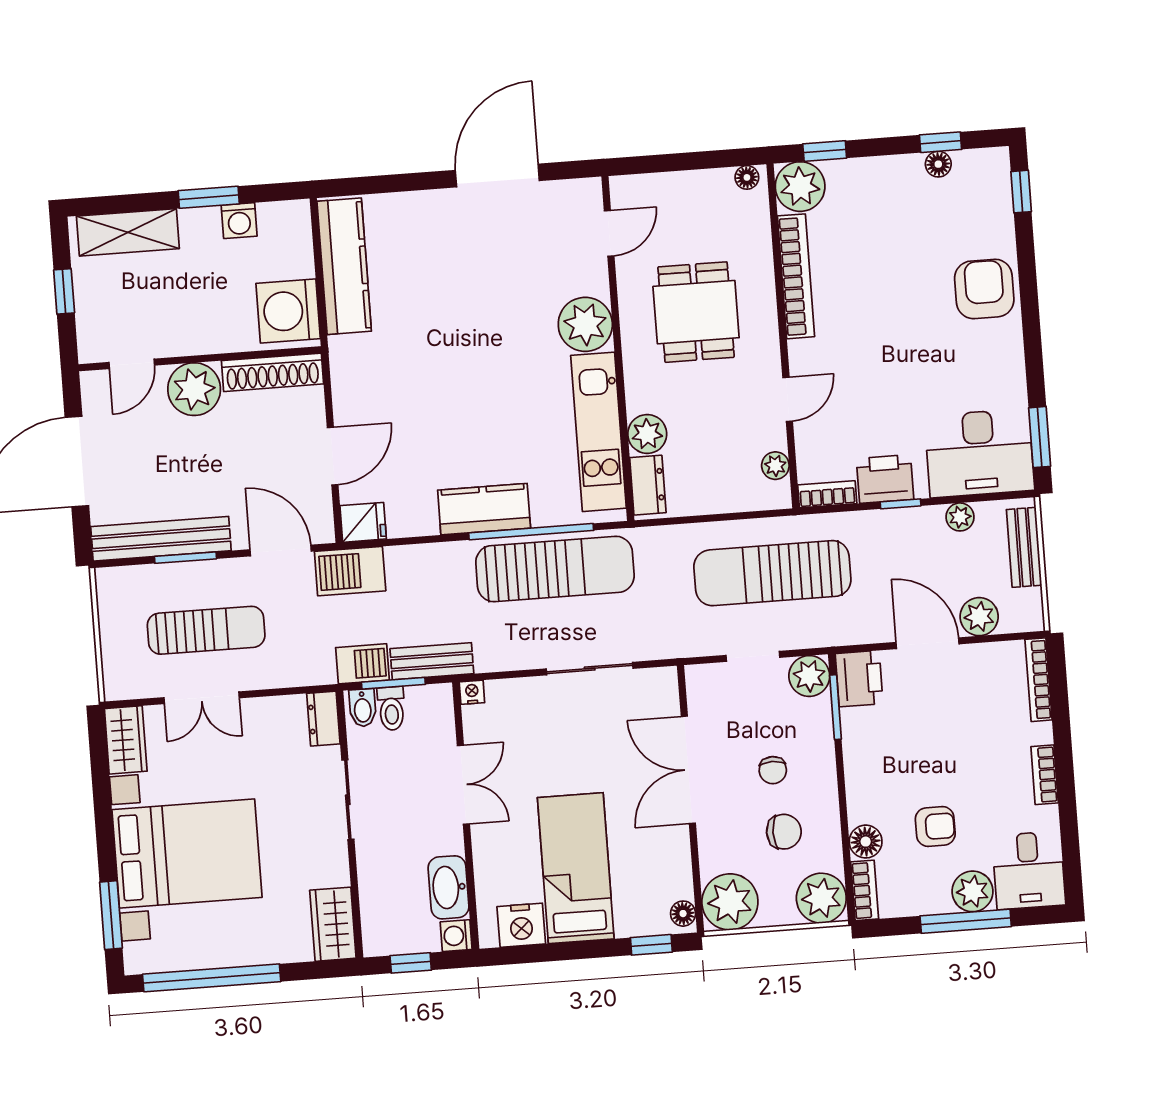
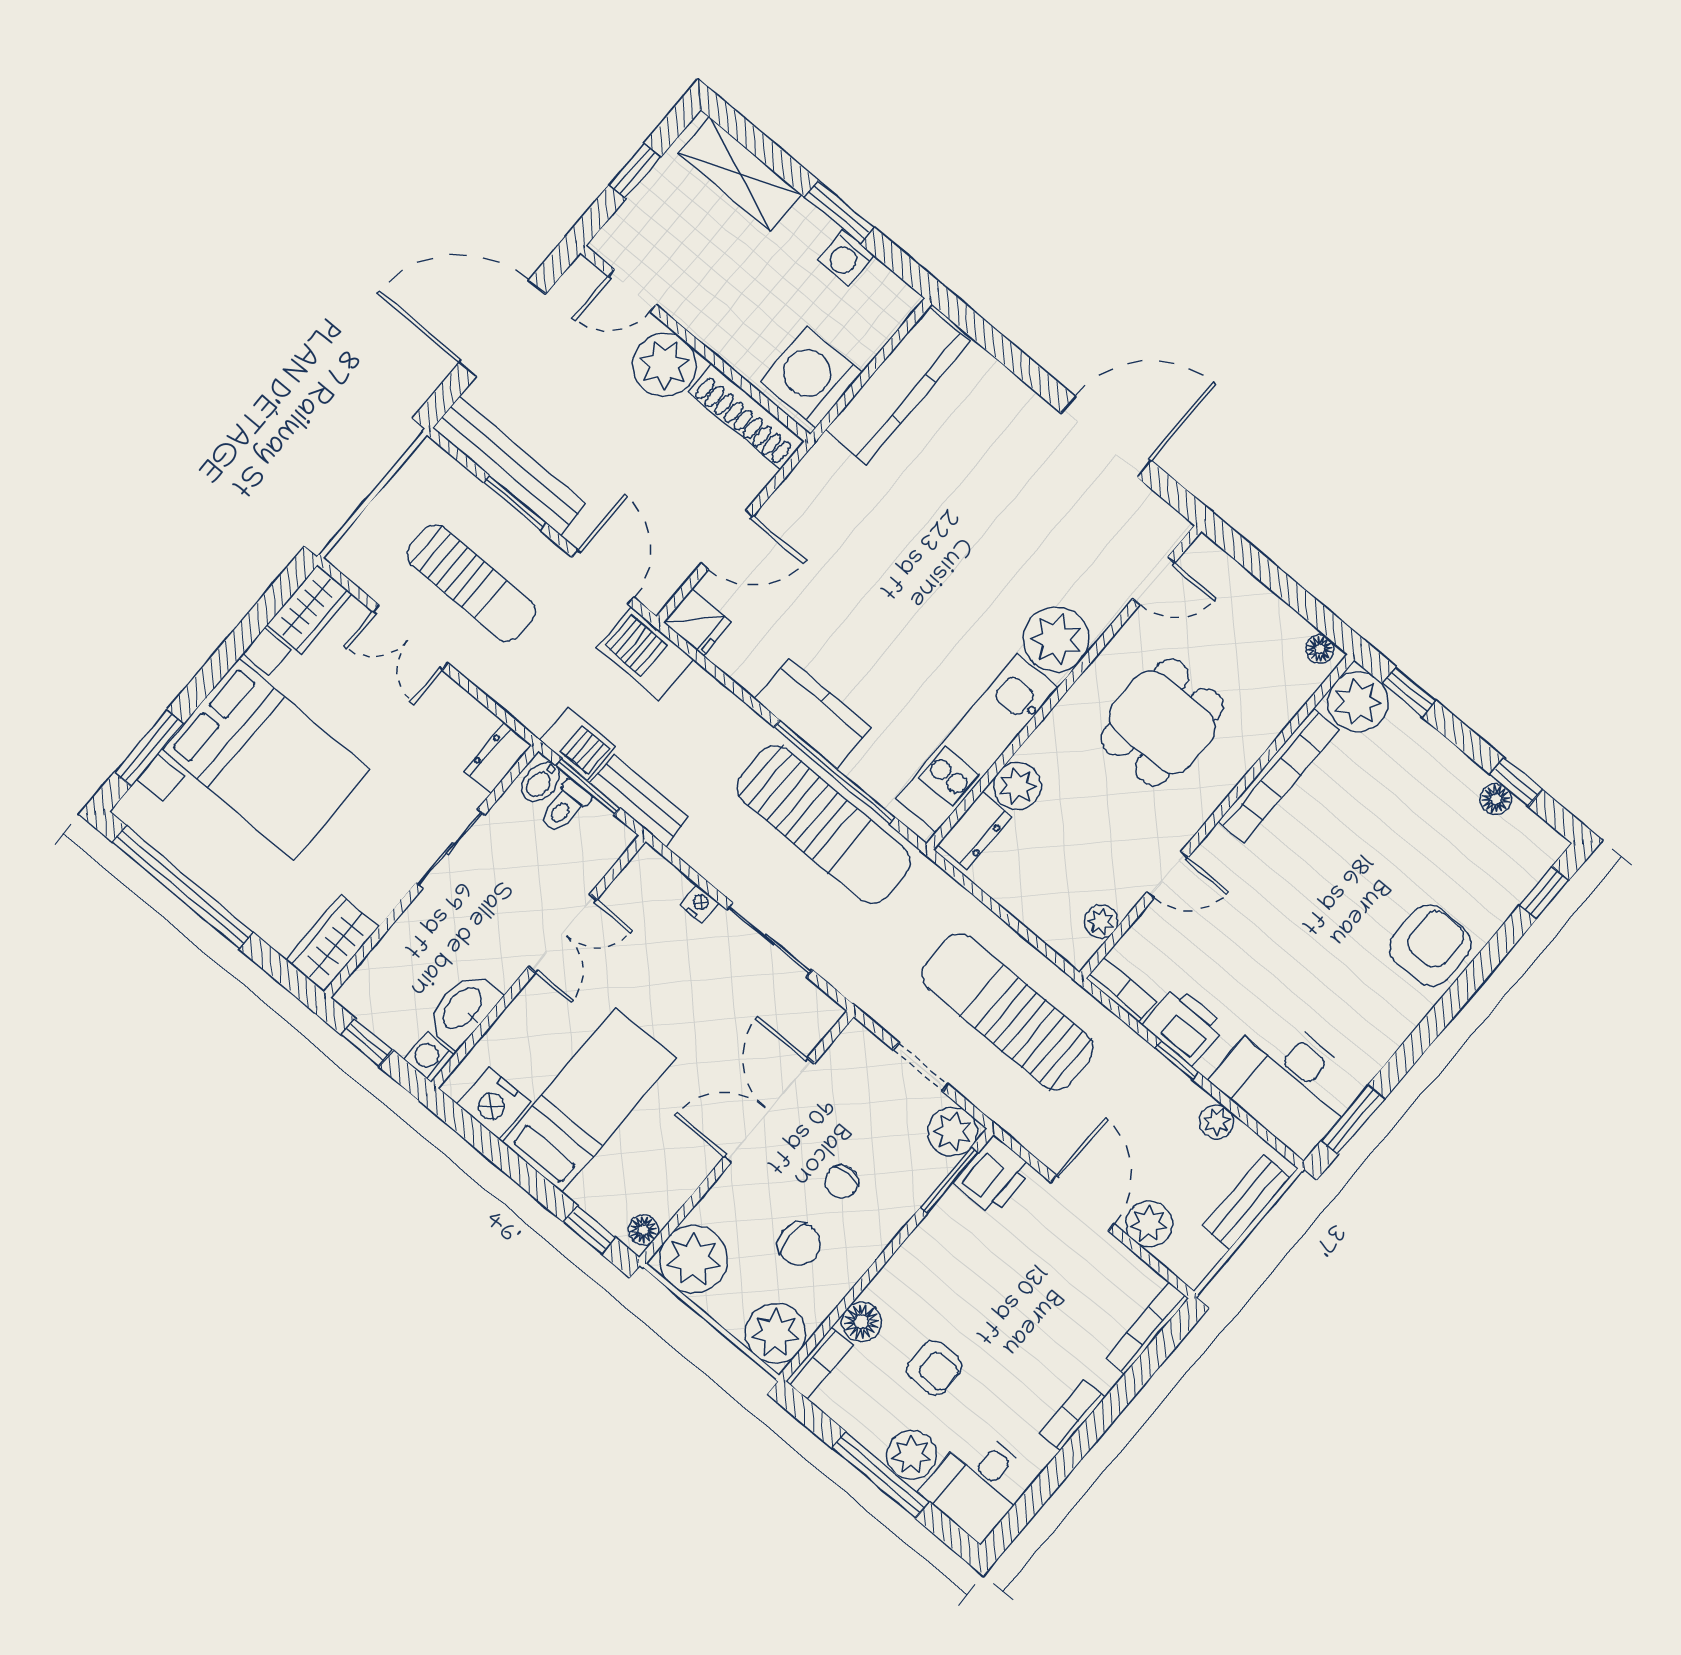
nightstand: (472, 692) -> (699, 904), moved

